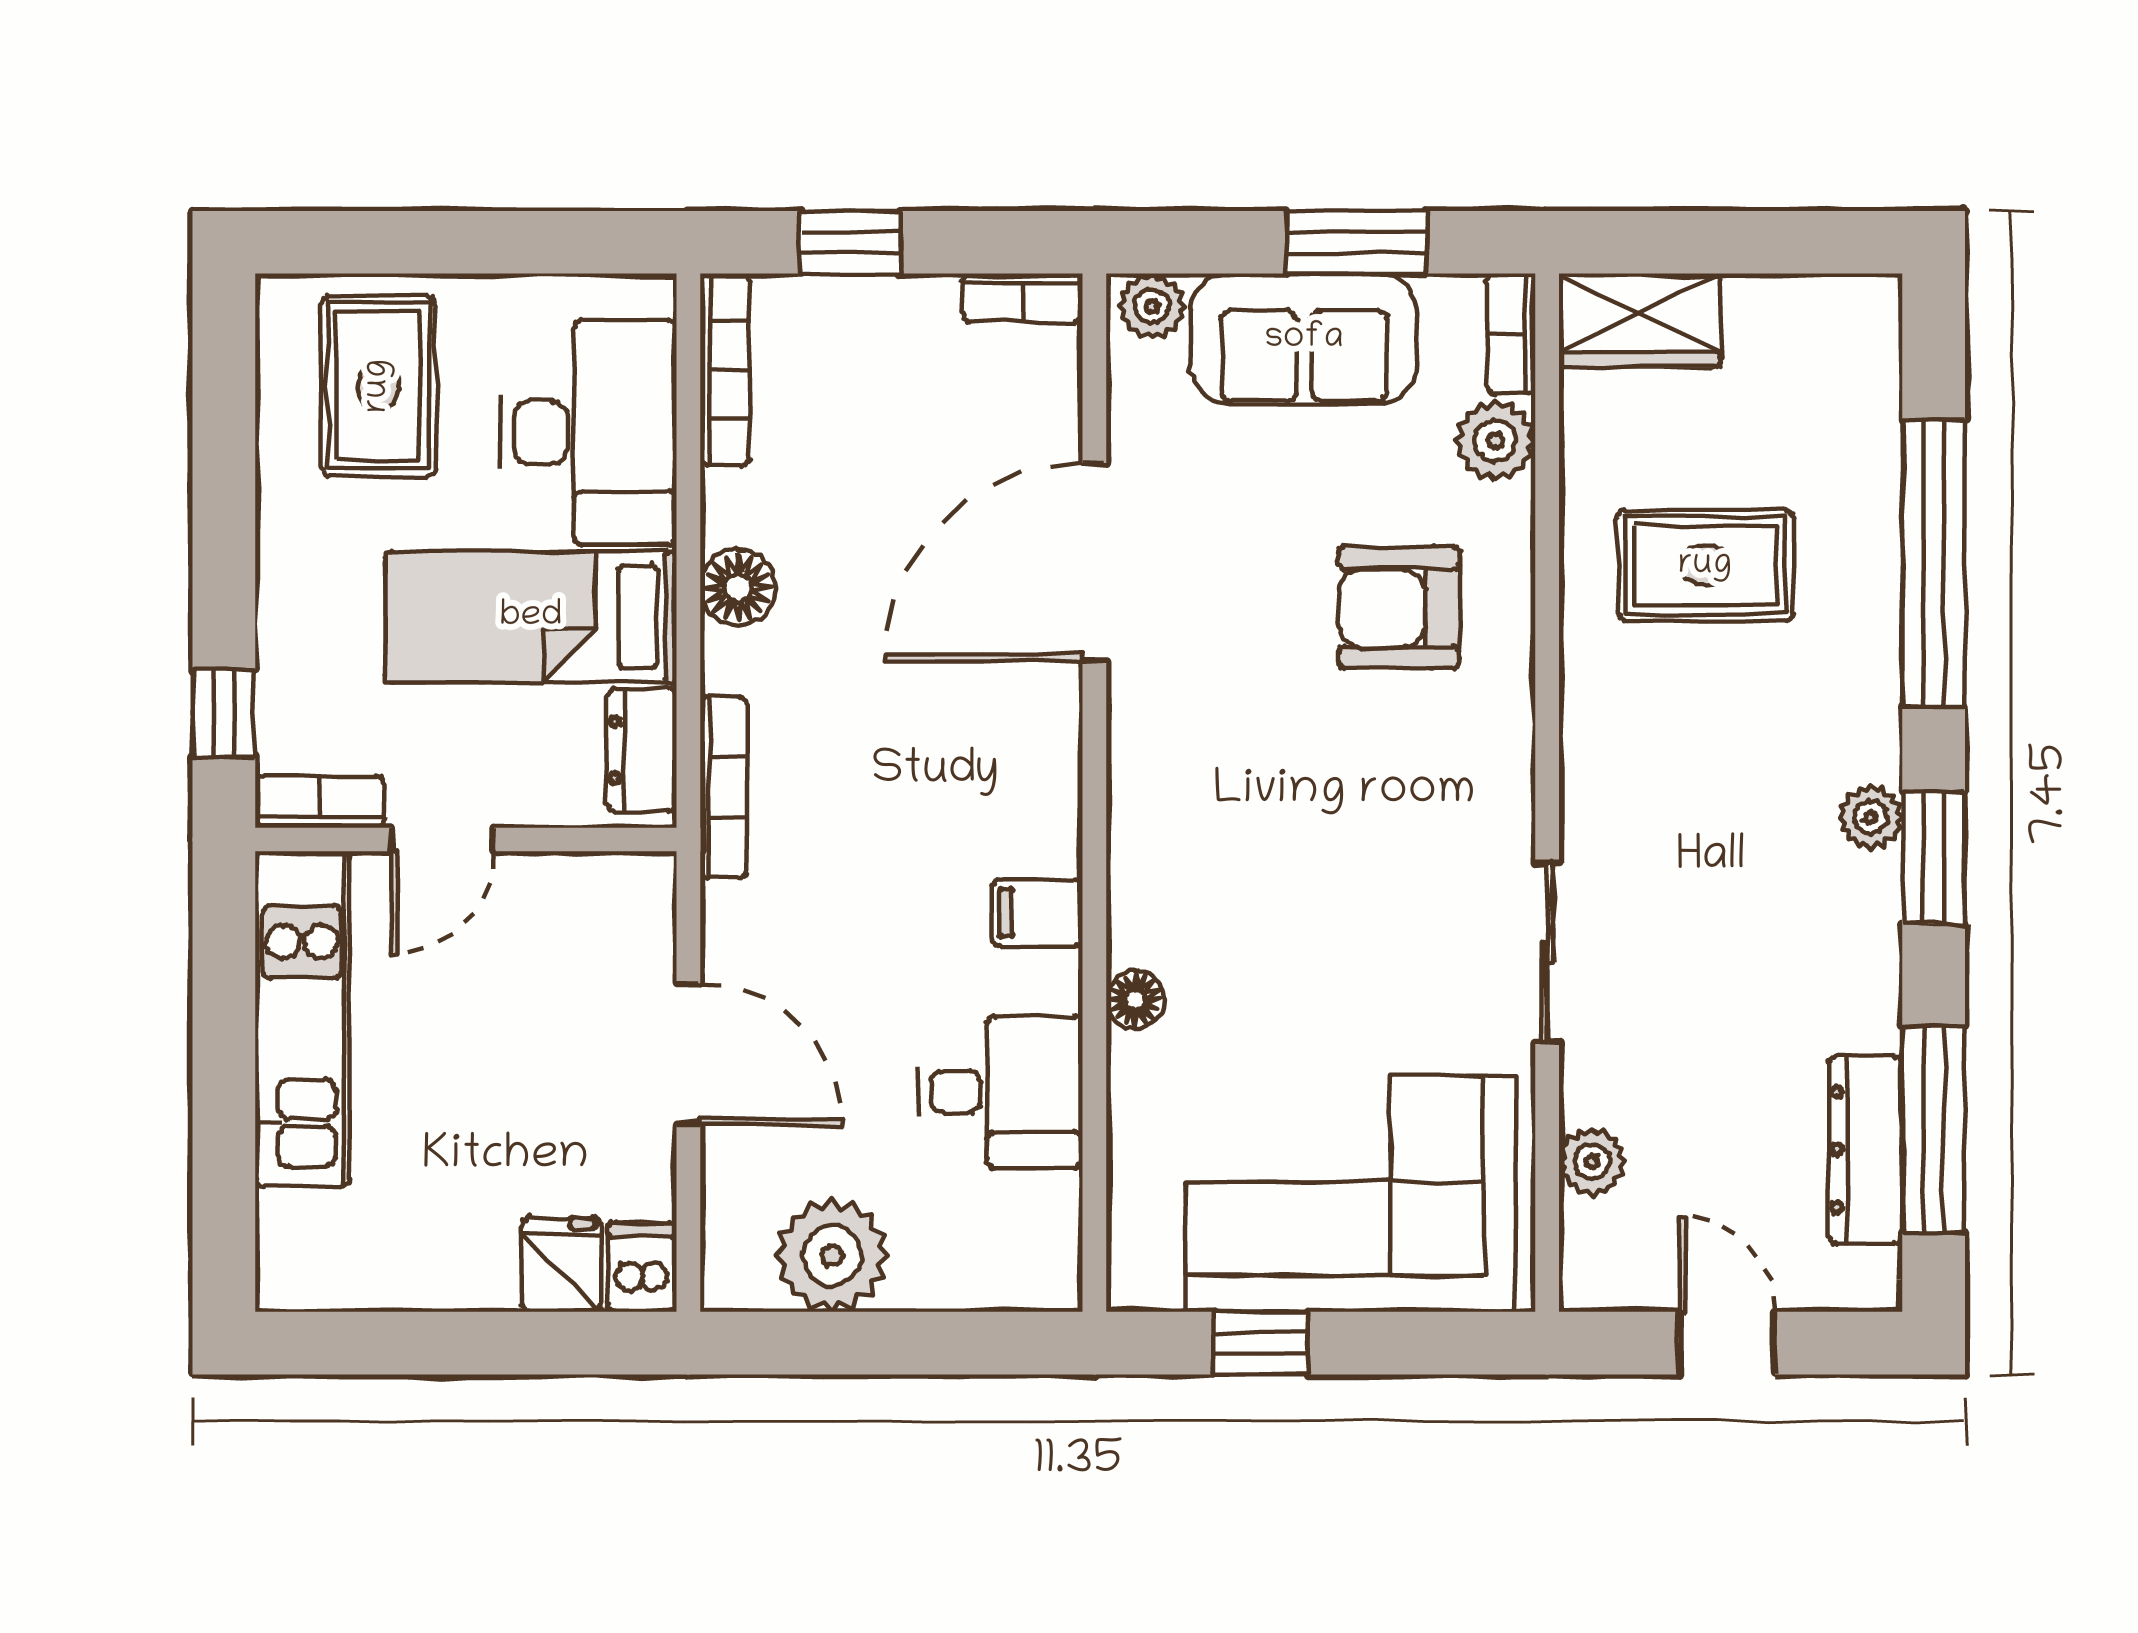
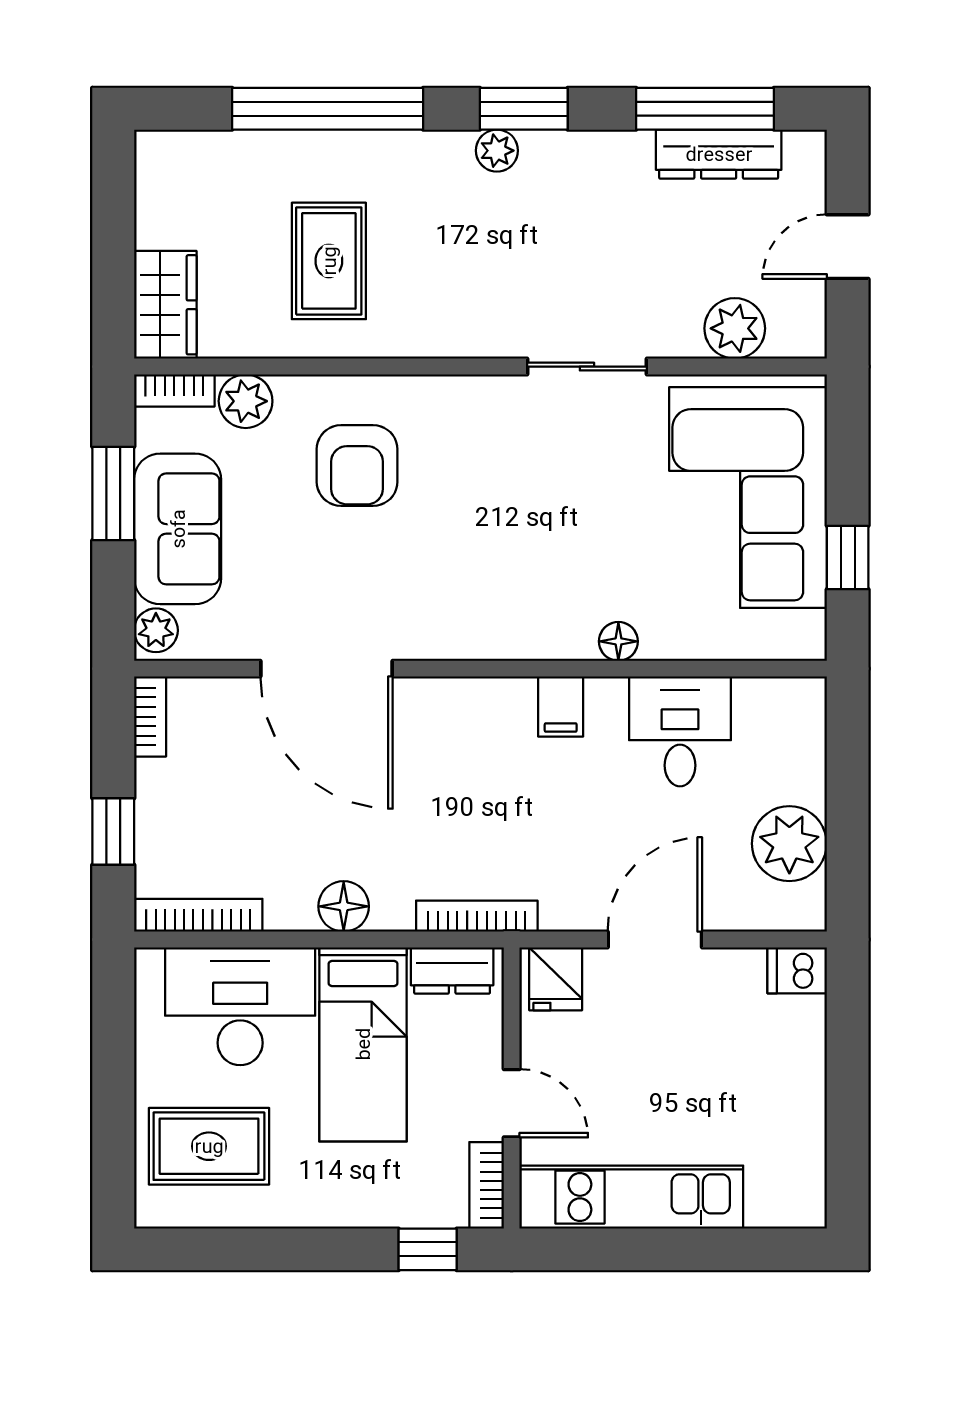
plant: (1592, 1162) -> (735, 328), width x1.38, depth x1.38
fridge: (562, 1265) -> (556, 979), moved, turned -90

